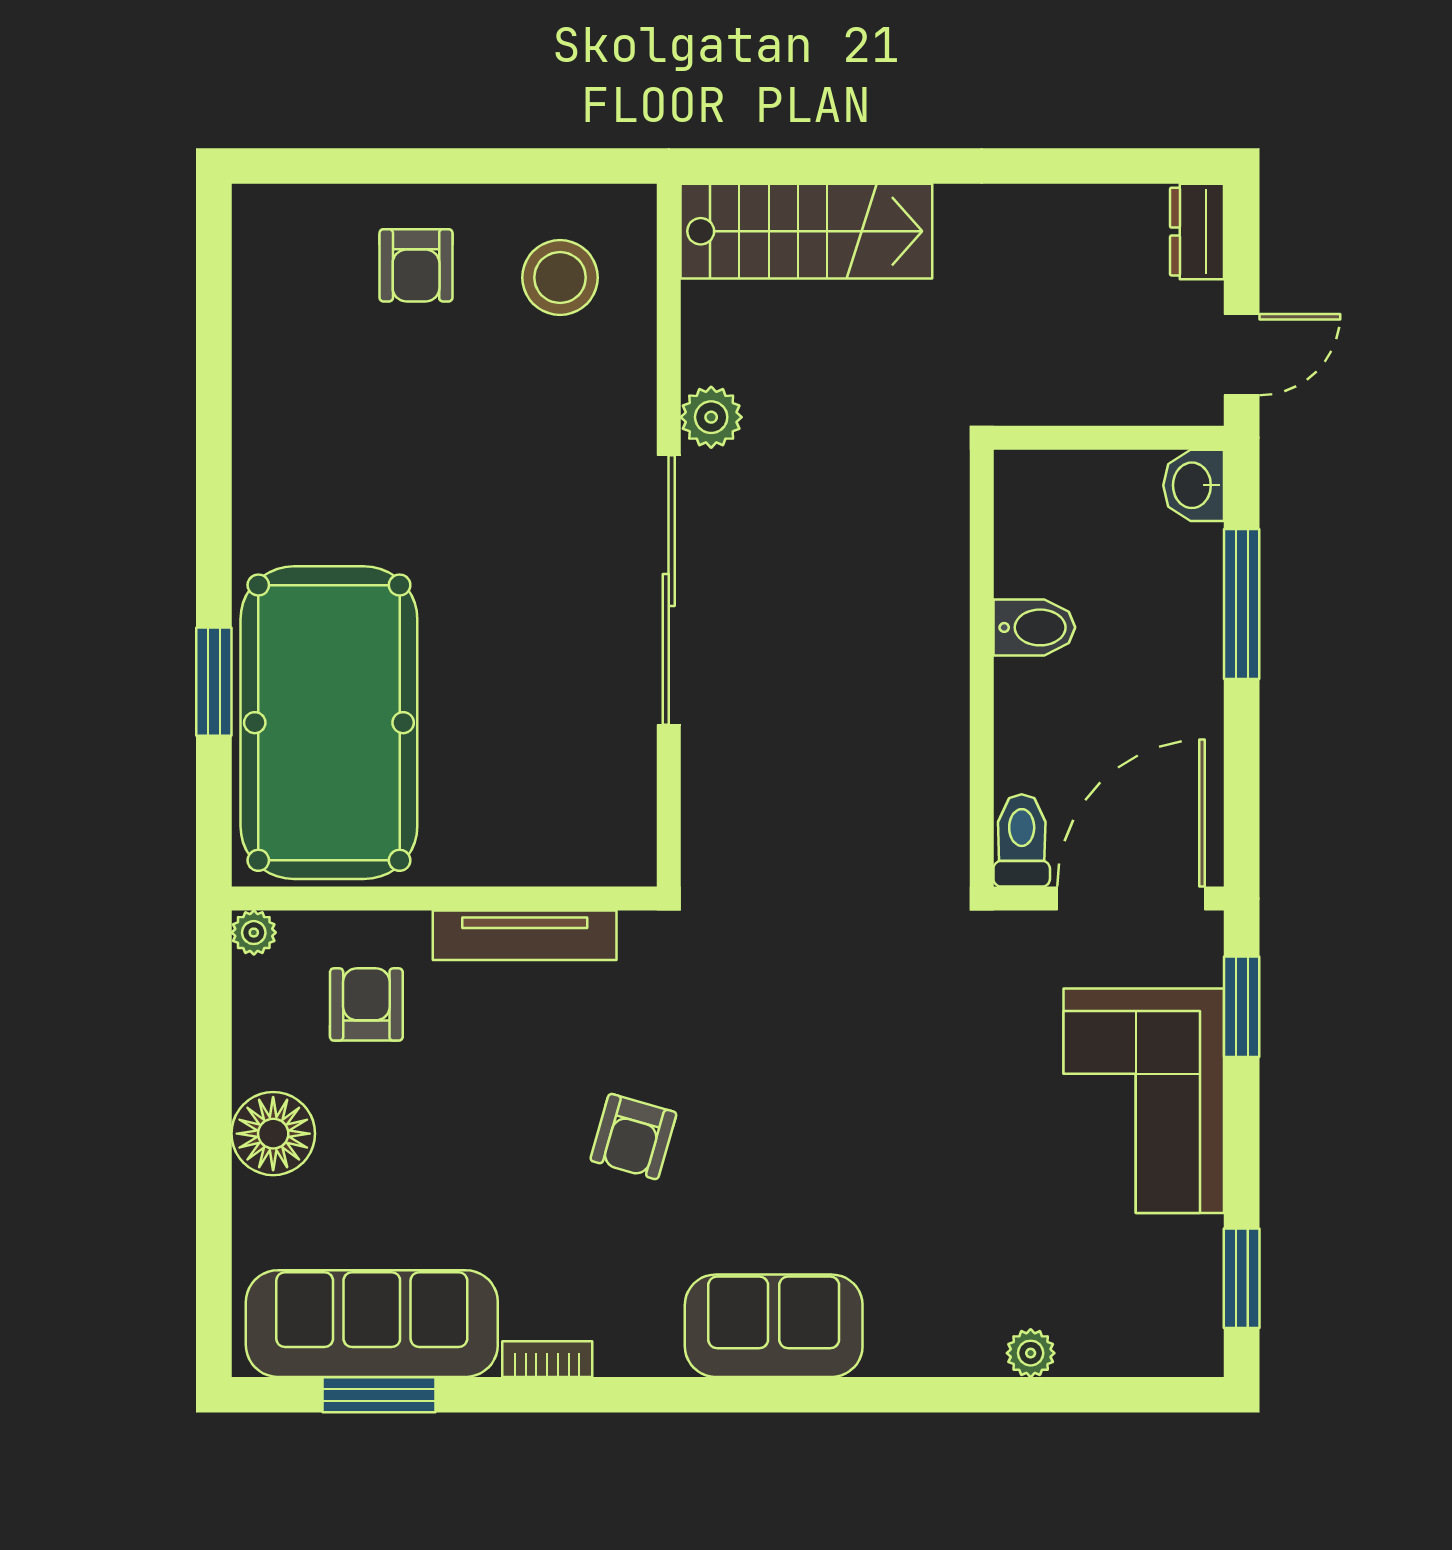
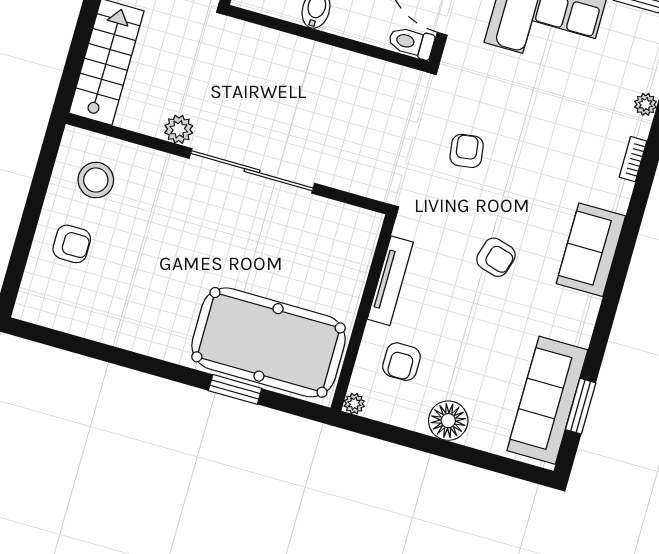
armchair: (366, 1004) -> (401, 362), turned -90
armchair: (833, 1016) -> (467, 151), added
sofa: (774, 1326) -> (591, 250), moved
bookcase: (547, 1359) -> (633, 159), moved

